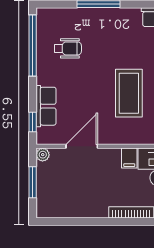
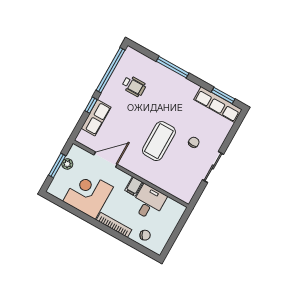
window: (33, 122) -> (91, 105), moved
plant: (43, 155) -> (67, 164), moved
corner desk: (84, 195) -> (88, 194), added

